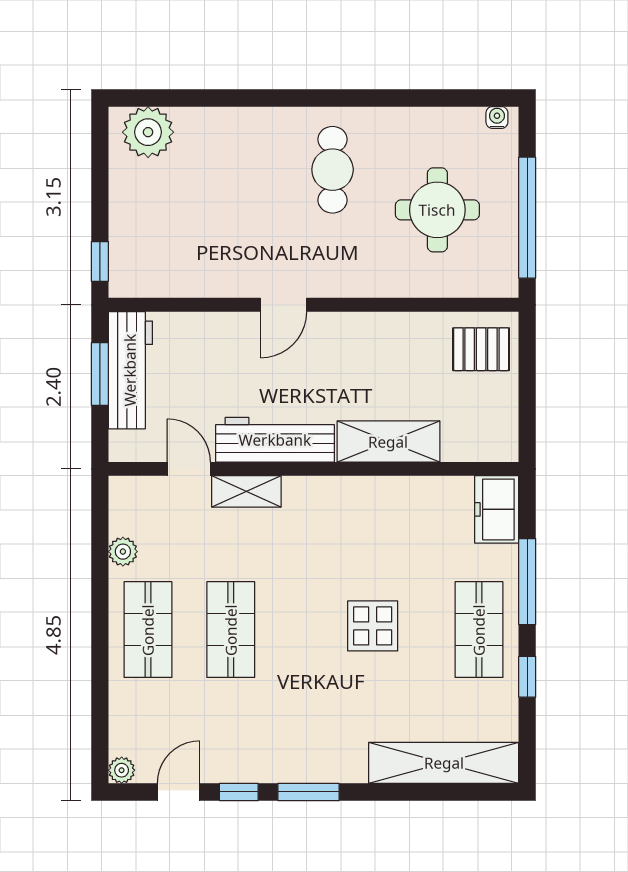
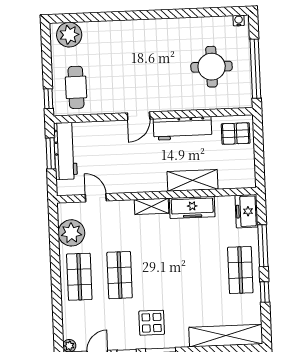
cafe table: (333, 170) -> (76, 87), moved
workbench: (275, 440) -> (183, 128), moved, turned 180
shelving: (246, 491) -> (151, 206), moved
freezer: (386, 497) -> (192, 207), added
plant: (123, 552) -> (71, 233), width x1.88, depth x1.88
display table: (373, 626) -> (152, 323), moved

